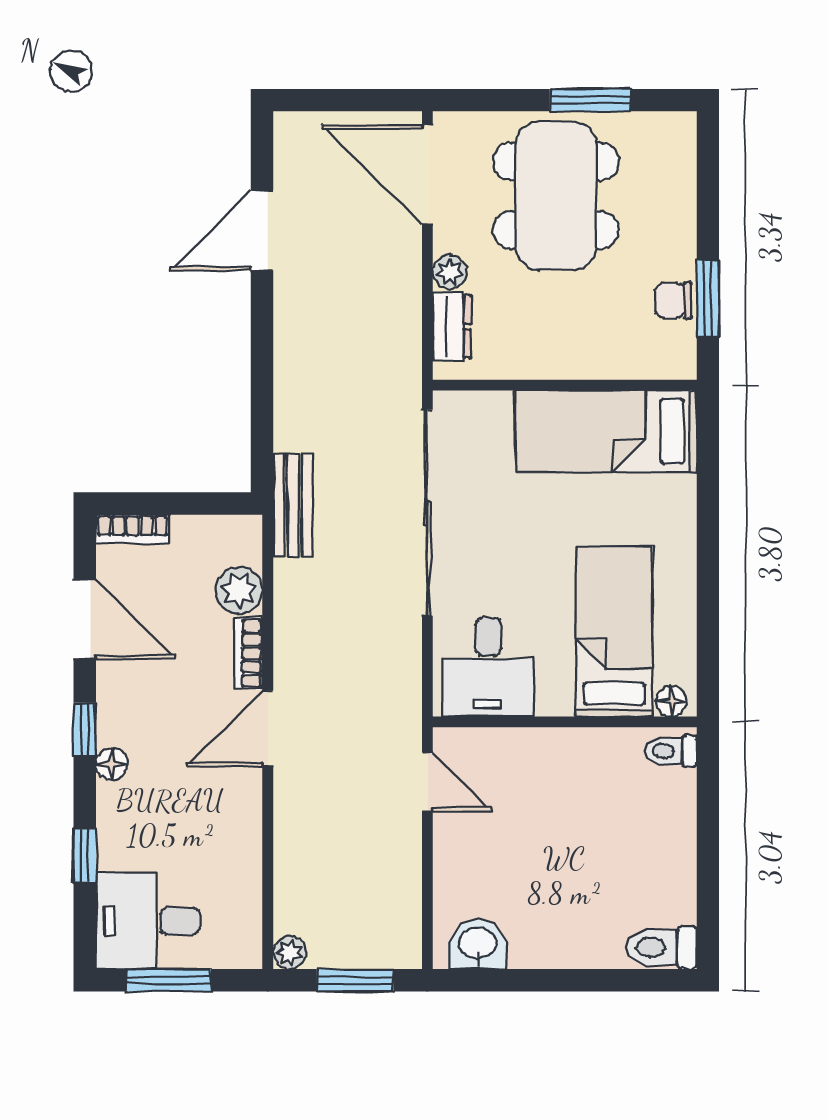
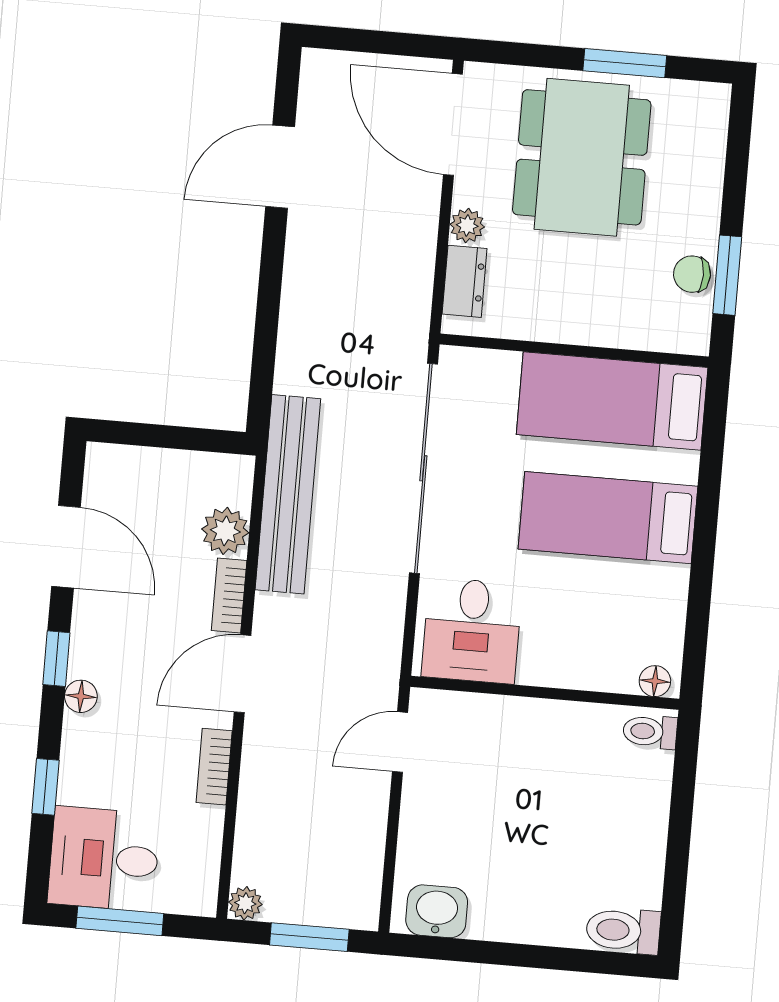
bench: (293, 505) -> (288, 494), width x1.86, depth x1.21
bookcase: (132, 529) -> (214, 767), moved, turned 90
bed: (614, 631) -> (608, 518), moved, turned -90
door: (427, 782) -> (400, 742), swing flipped

